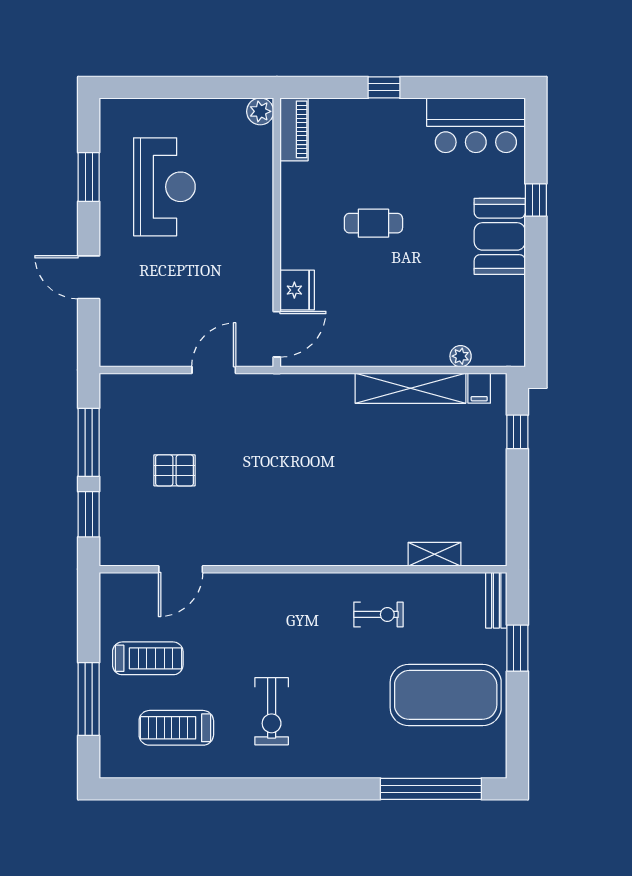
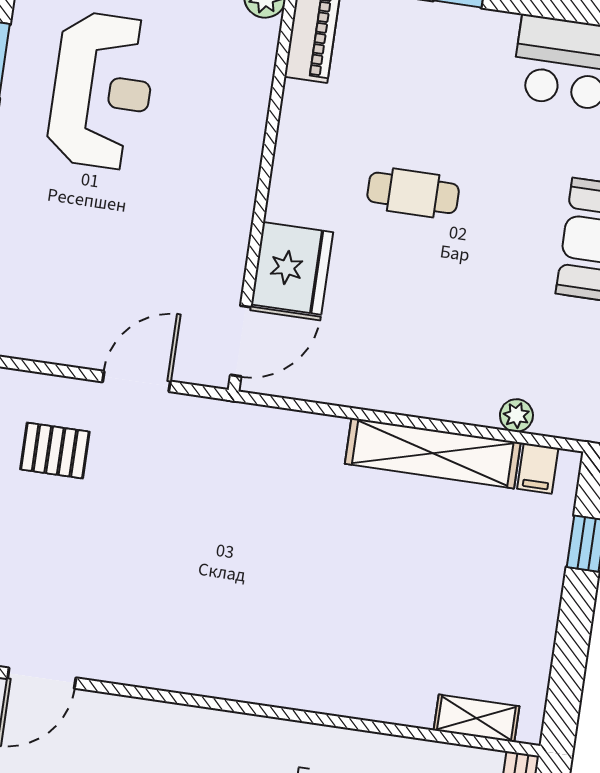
fridge: (297, 290) -> (292, 268), width x1.36, depth x1.34
pallet: (174, 470) -> (55, 451), moved
shelving: (435, 554) -> (476, 718), moved

